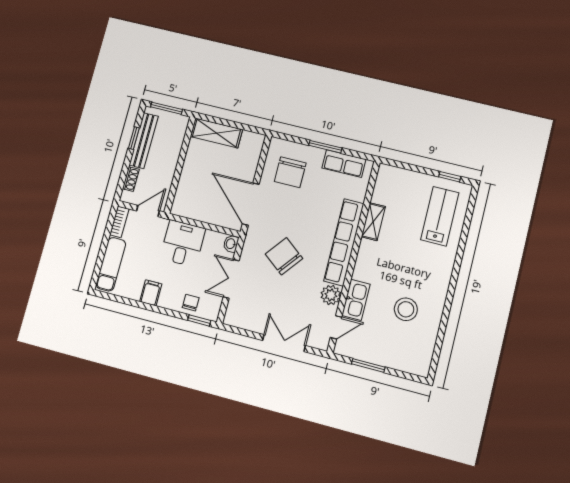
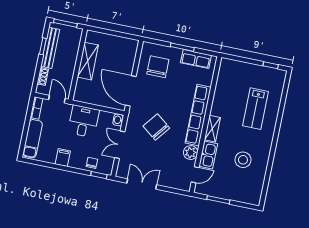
shelving: (216, 133) -> (88, 61), moved, turned 90
chair: (290, 172) -> (158, 67), turned 180
door: (148, 211) -> (57, 99), hinge flipped
lab bench: (440, 216) -> (255, 109), moved, turned 180
shelving: (373, 222) -> (212, 129), moved
double door: (284, 343) -> (142, 184), moved

